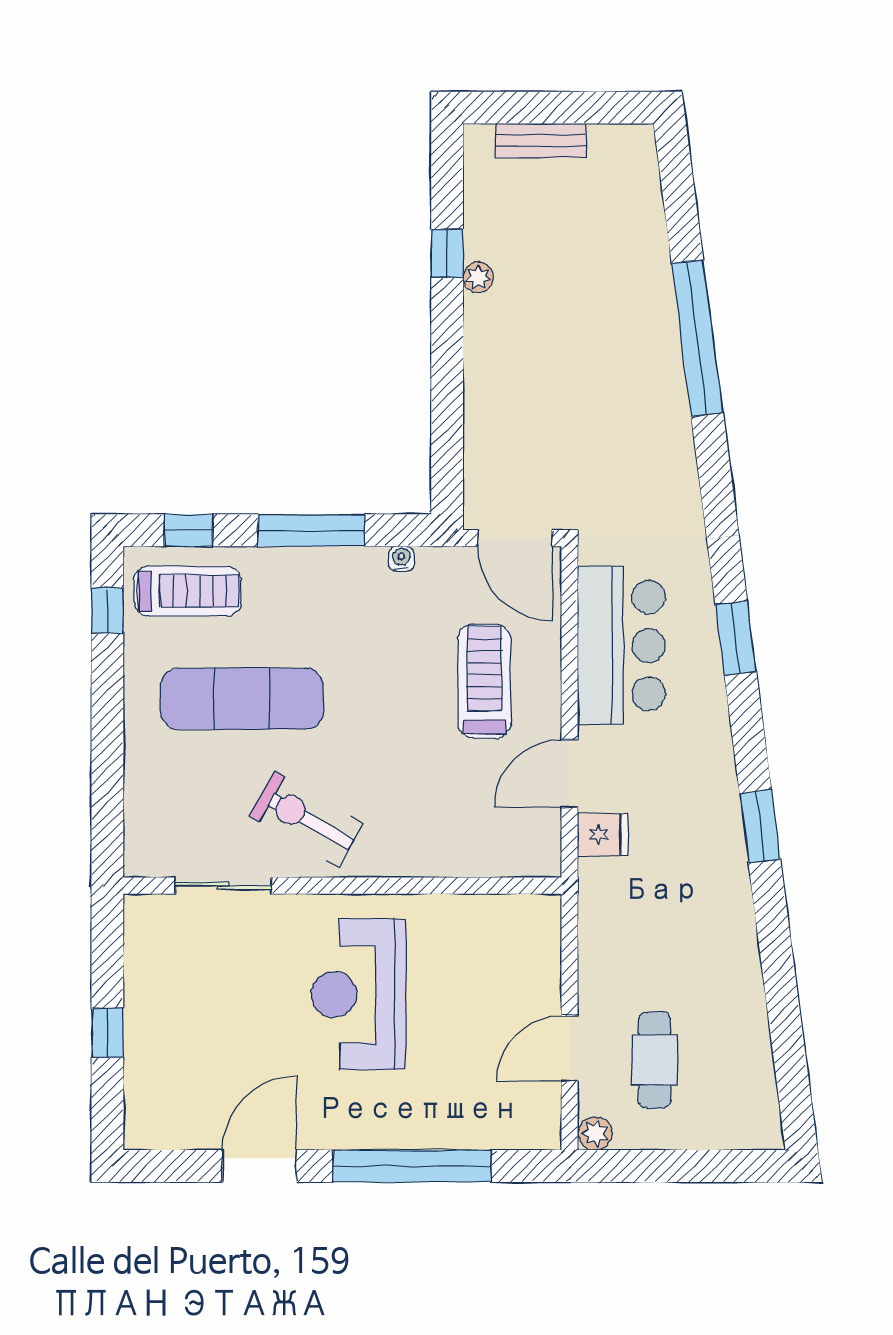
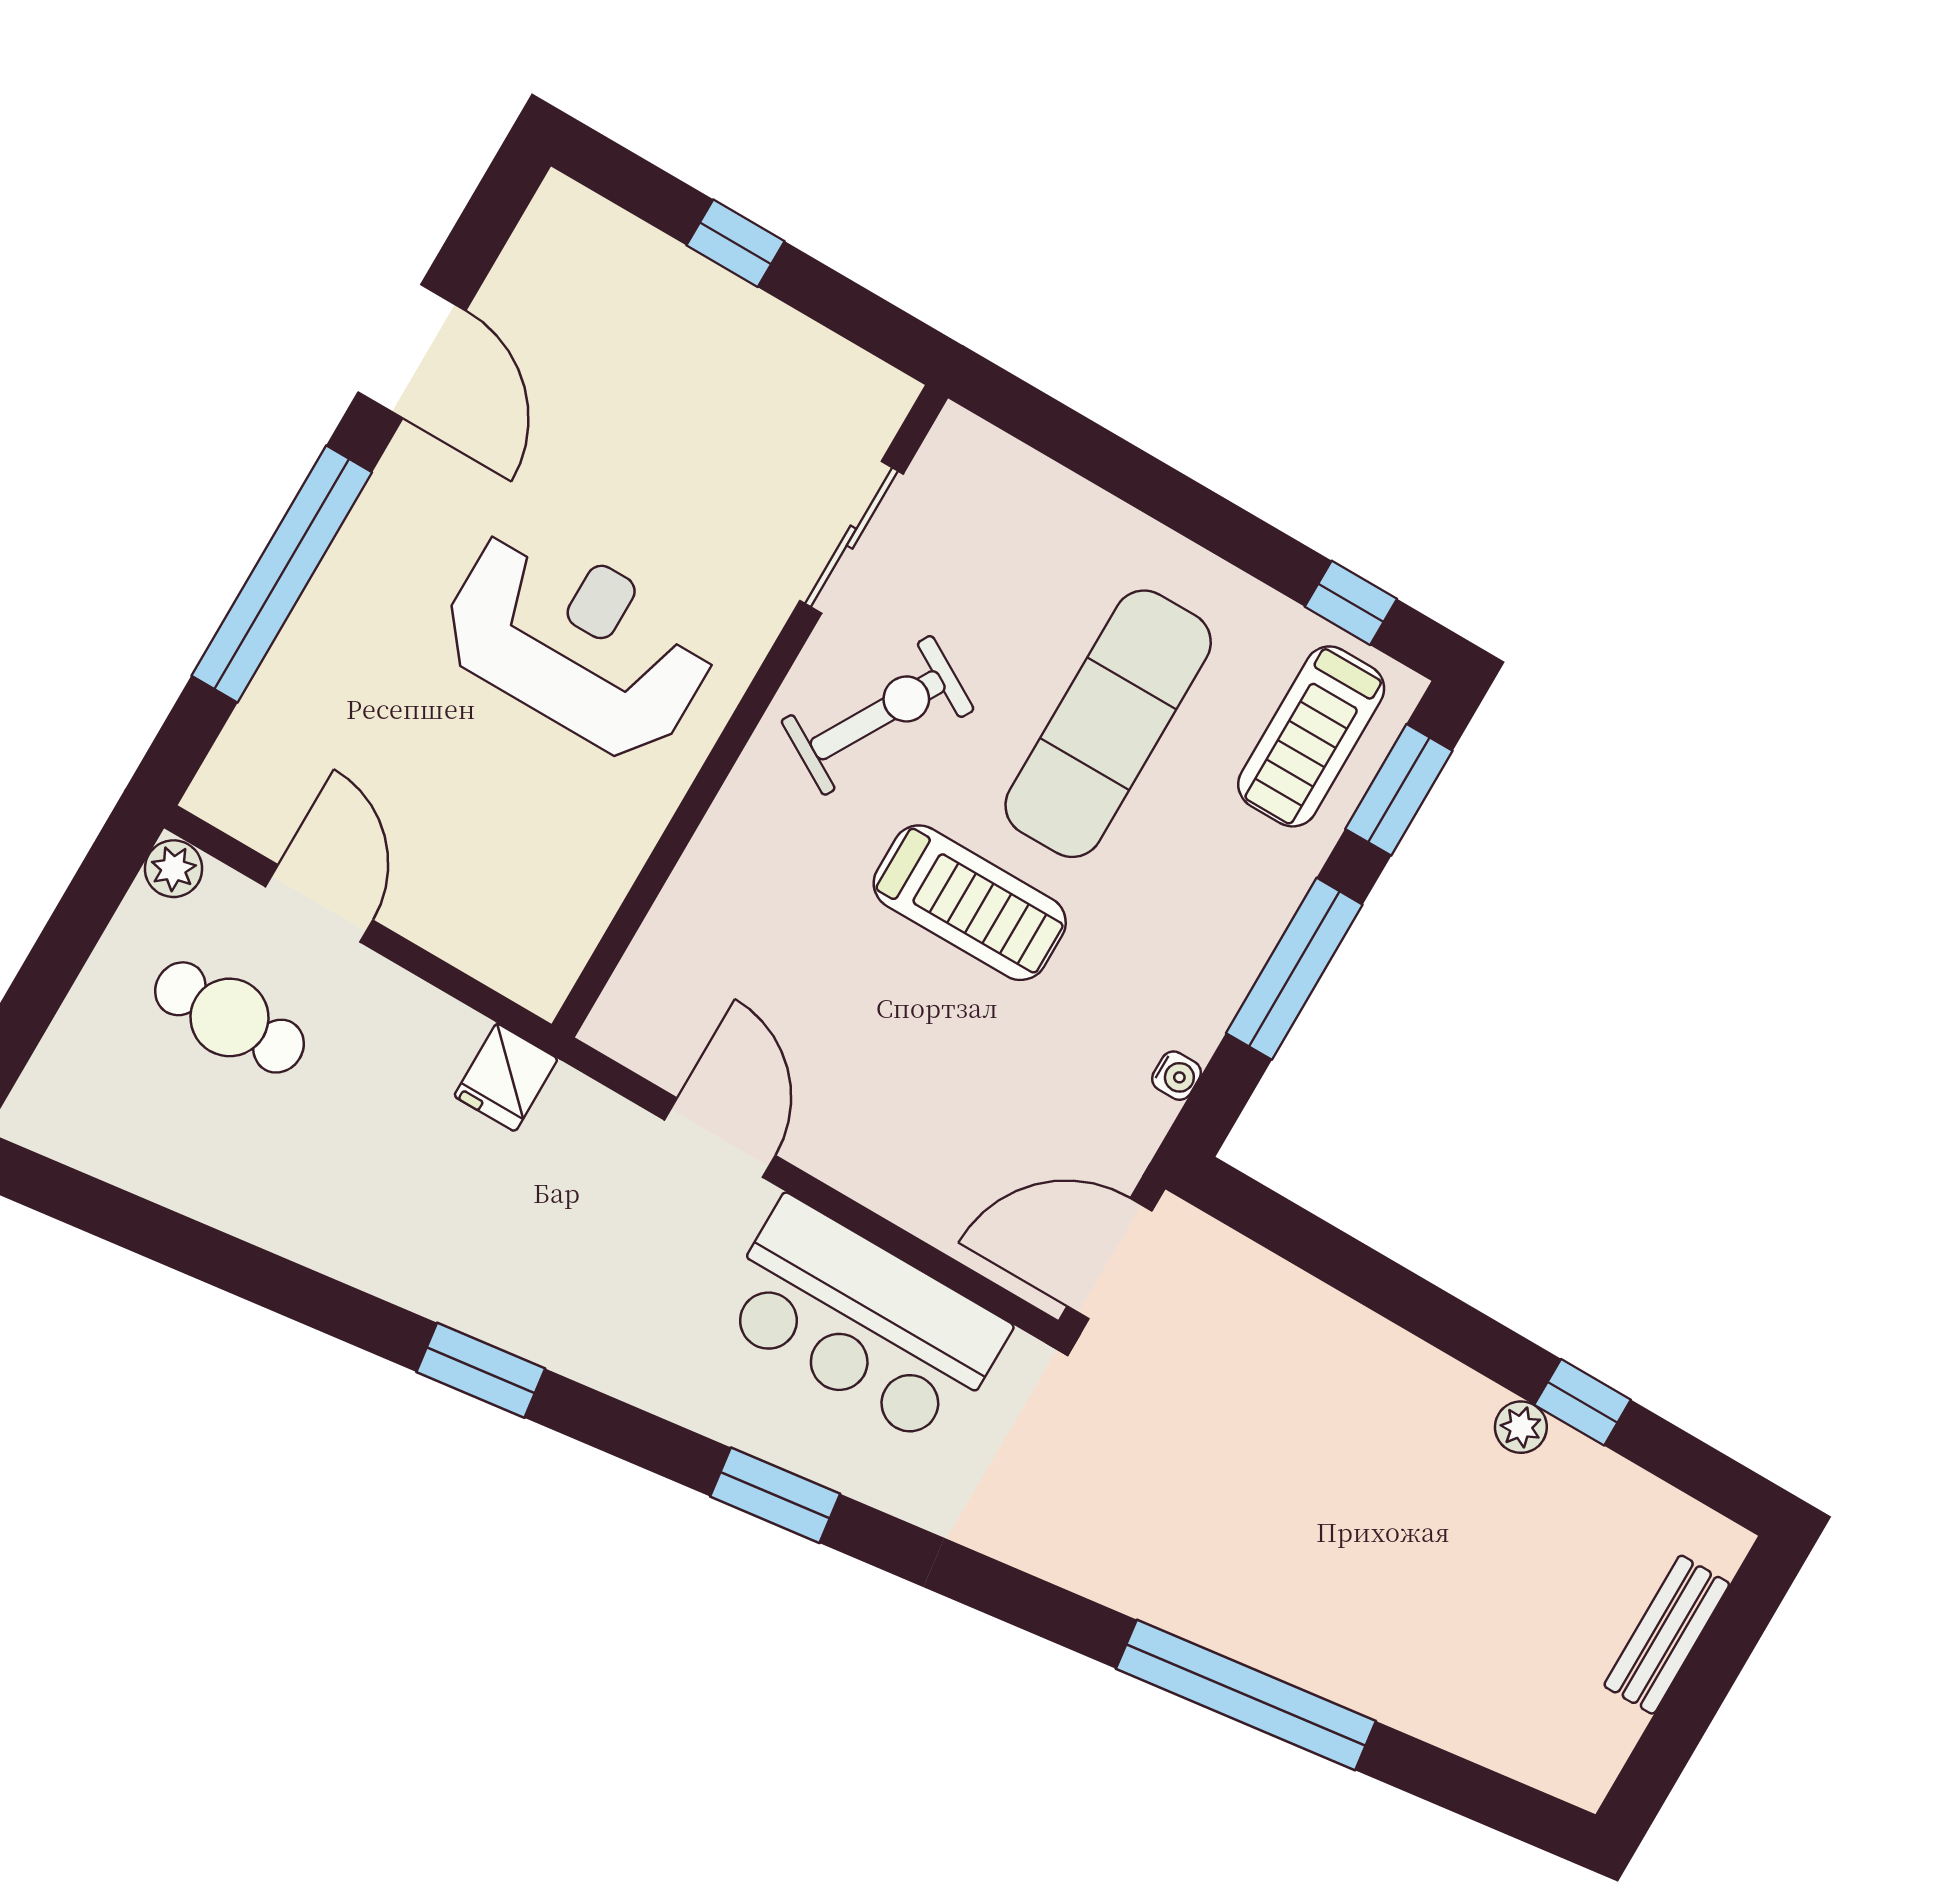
window: (189, 530) -> (1399, 790), width x1.50
treadmill: (484, 681) -> (970, 903), moved
fridge: (603, 834) -> (506, 1077), moved

